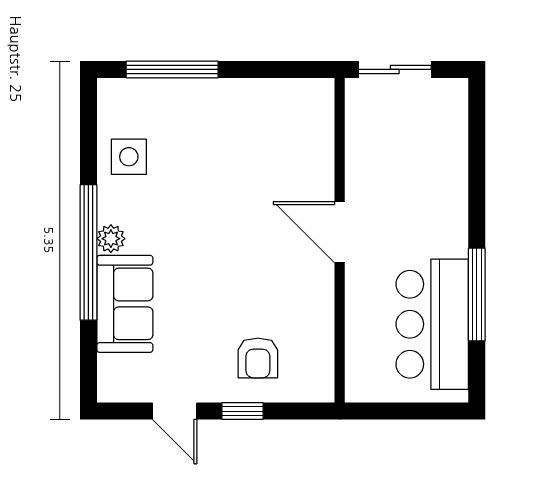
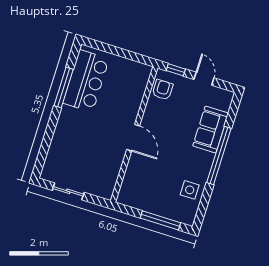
door: (340, 232) -> (133, 138), moved
plant: (111, 239) -> (208, 158), removed
wall: (340, 240) -> (134, 134), moved

